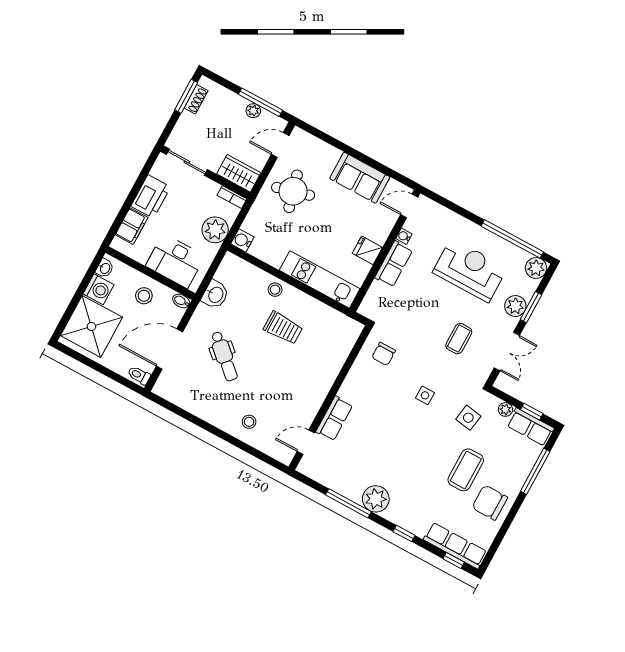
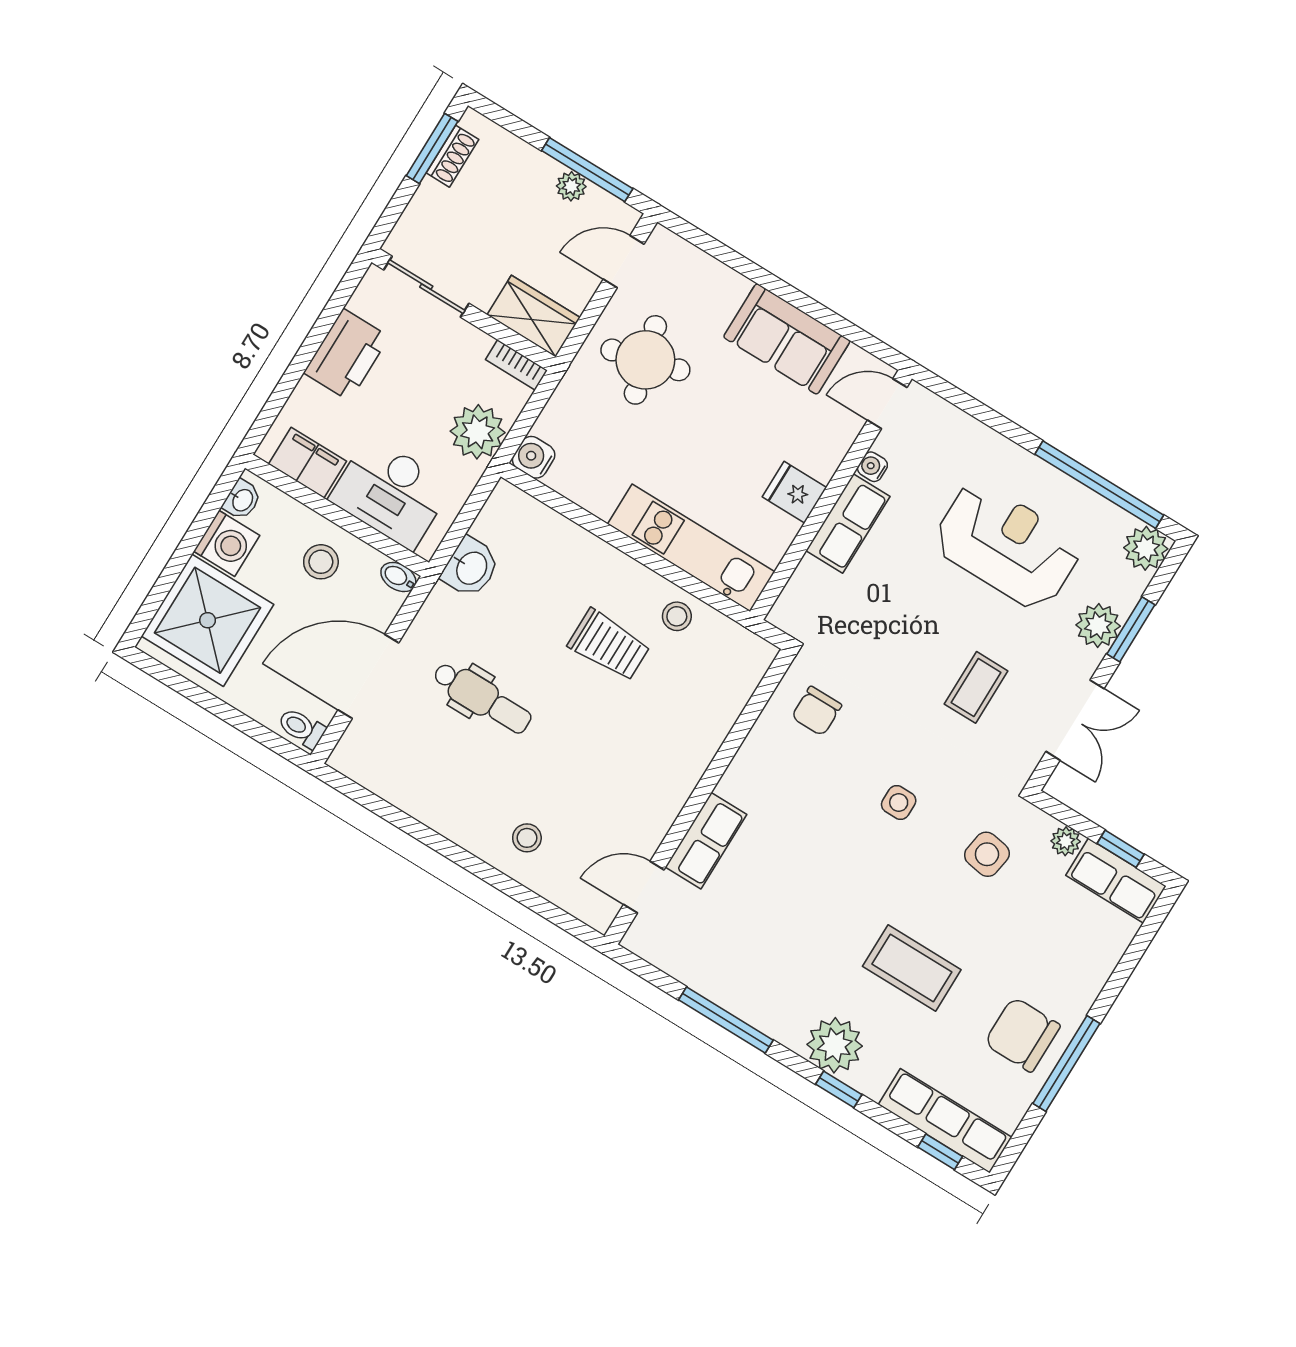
filing cabinet: (132, 226) -> (308, 463), moved, turned -90
stool: (275, 290) -> (677, 616), moved
dental chair: (224, 356) -> (482, 698), turned -42
coffee table: (466, 470) -> (912, 968), moved, turned 90
window: (535, 471) -> (1066, 1063), moved
plant: (376, 499) -> (835, 1045), moved

